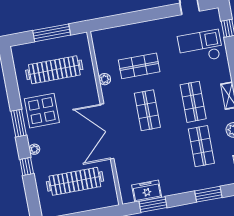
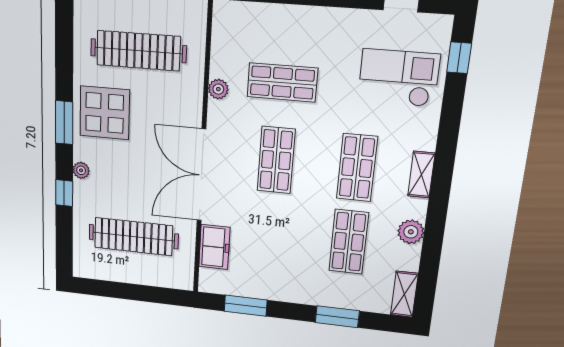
freezer: (147, 191) -> (214, 247), moved, turned 90

